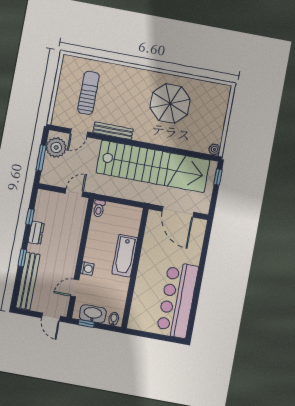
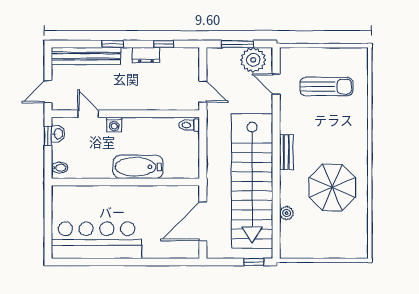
bench: (113, 131) -> (286, 152), moved, width x0.73
plant: (214, 149) -> (287, 213), moved
washbasin: (93, 314) -> (58, 134), width x0.52, depth x0.69

